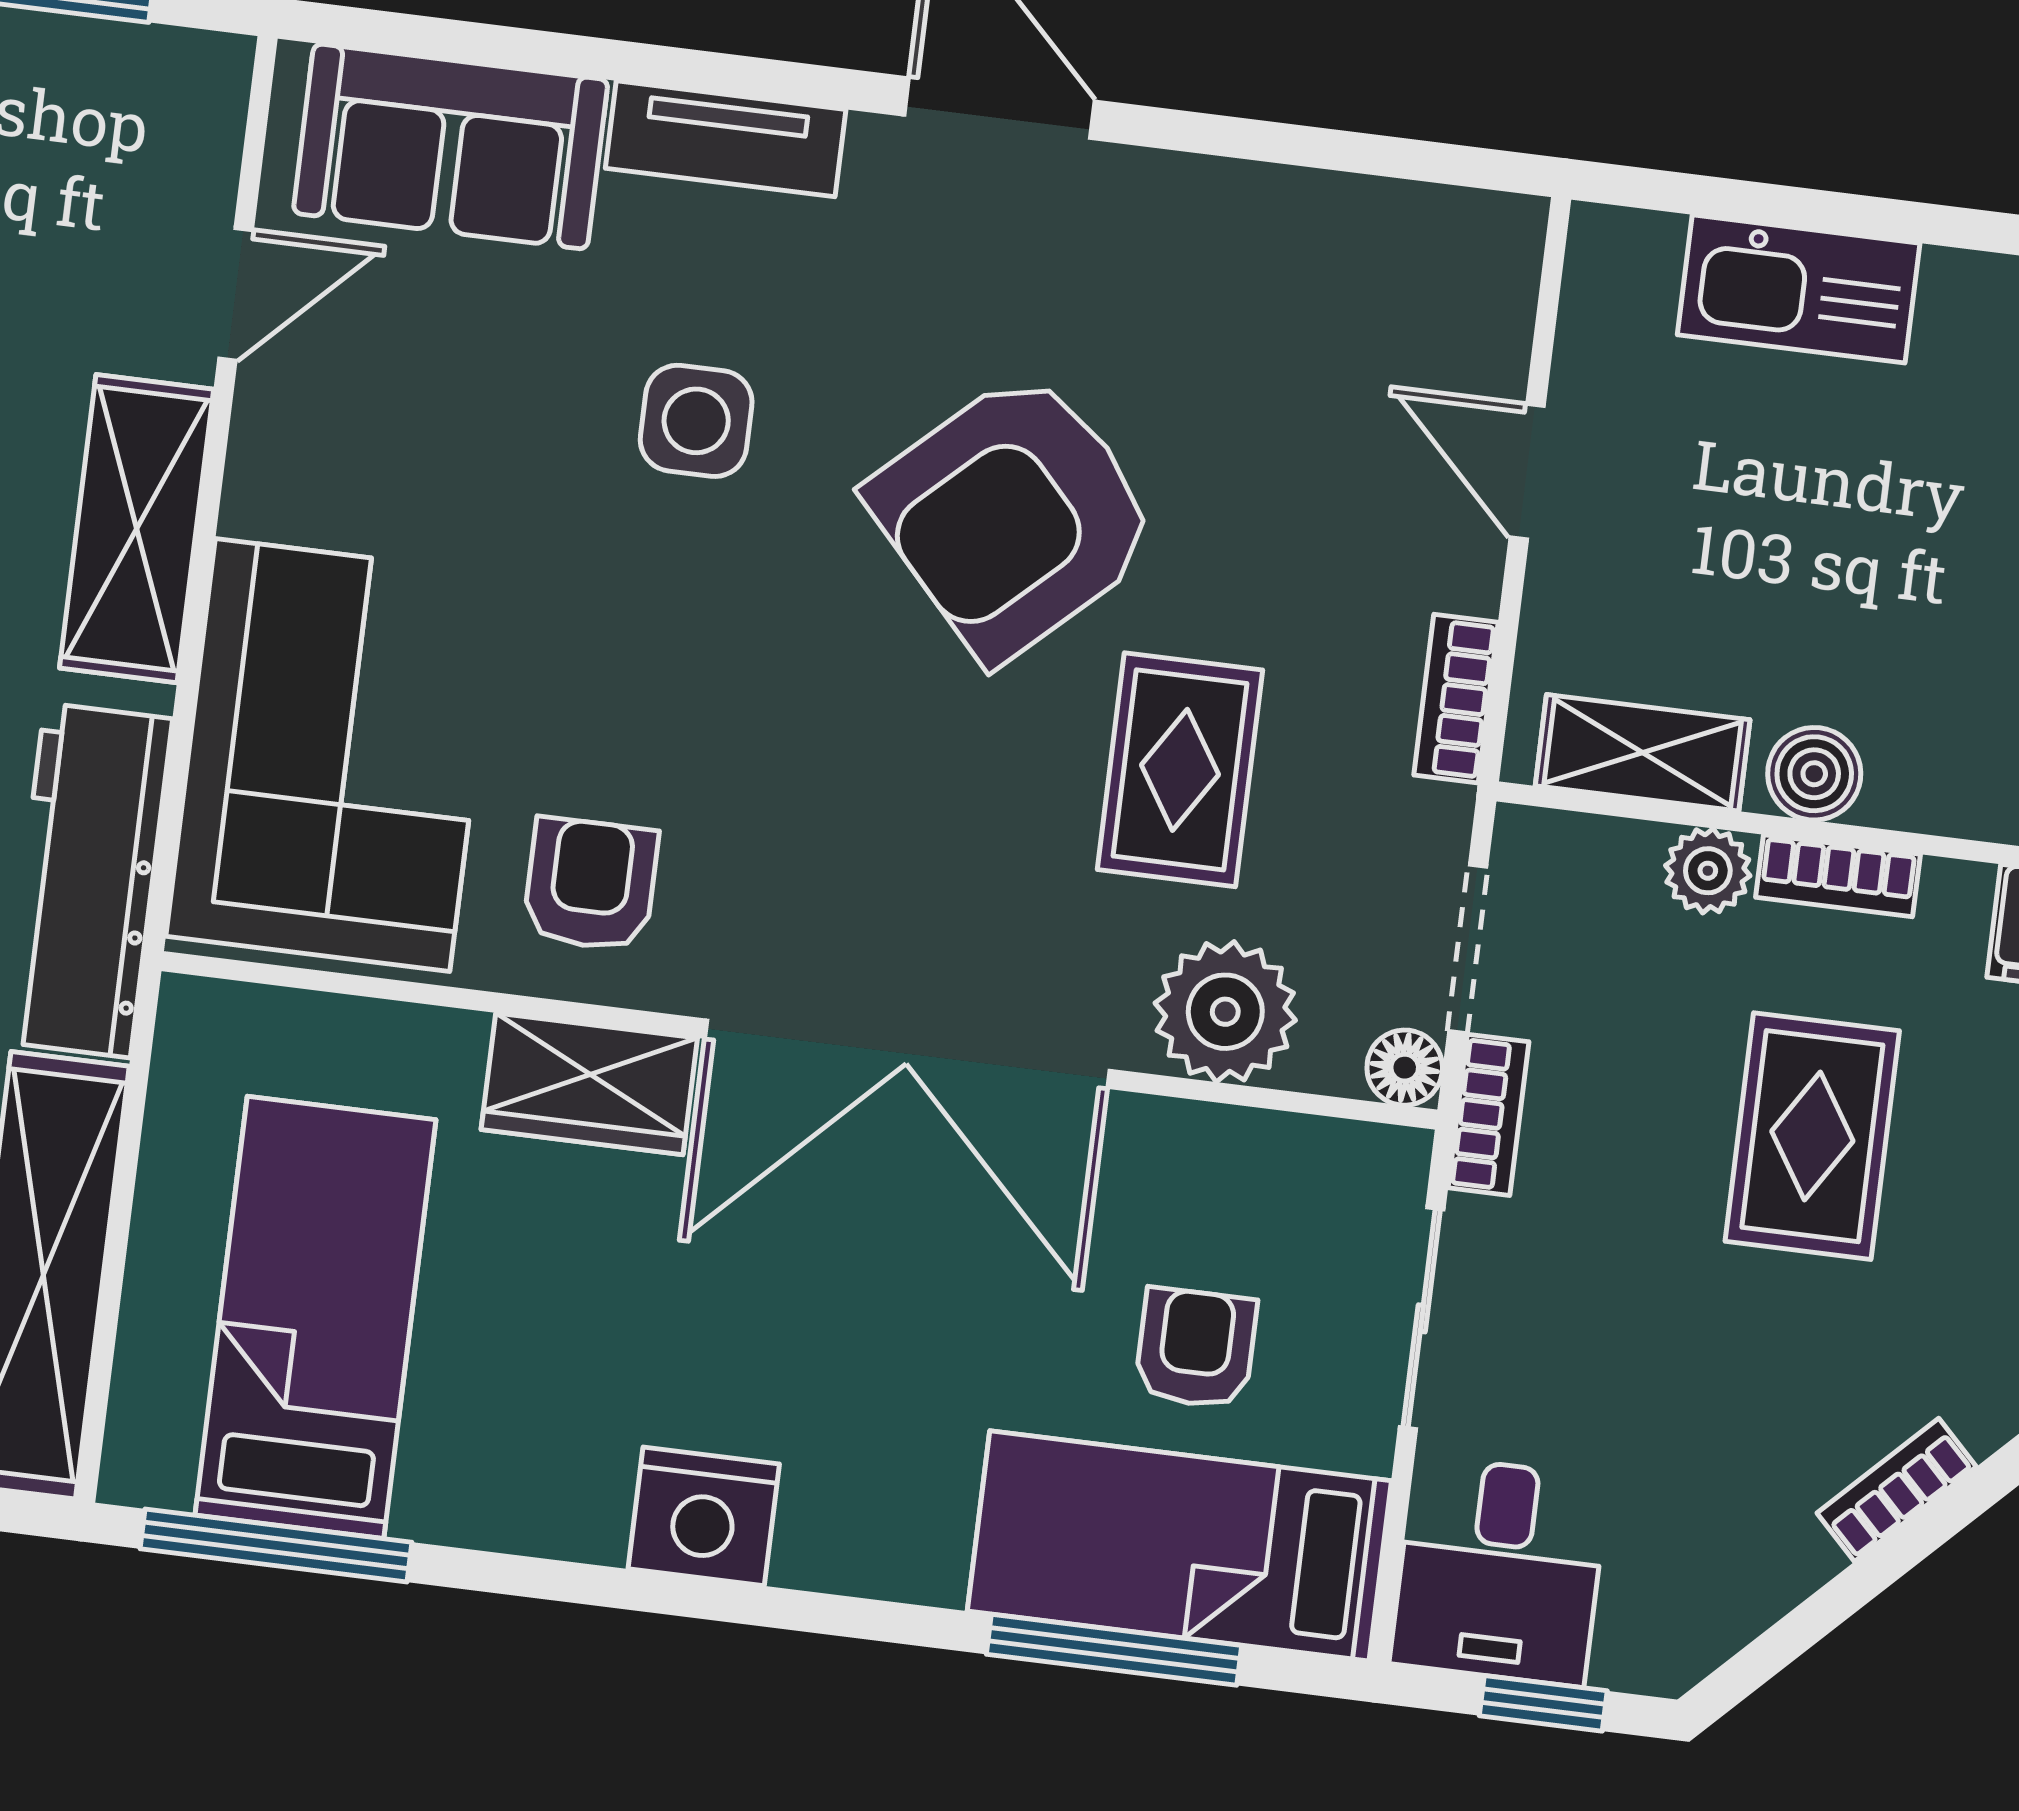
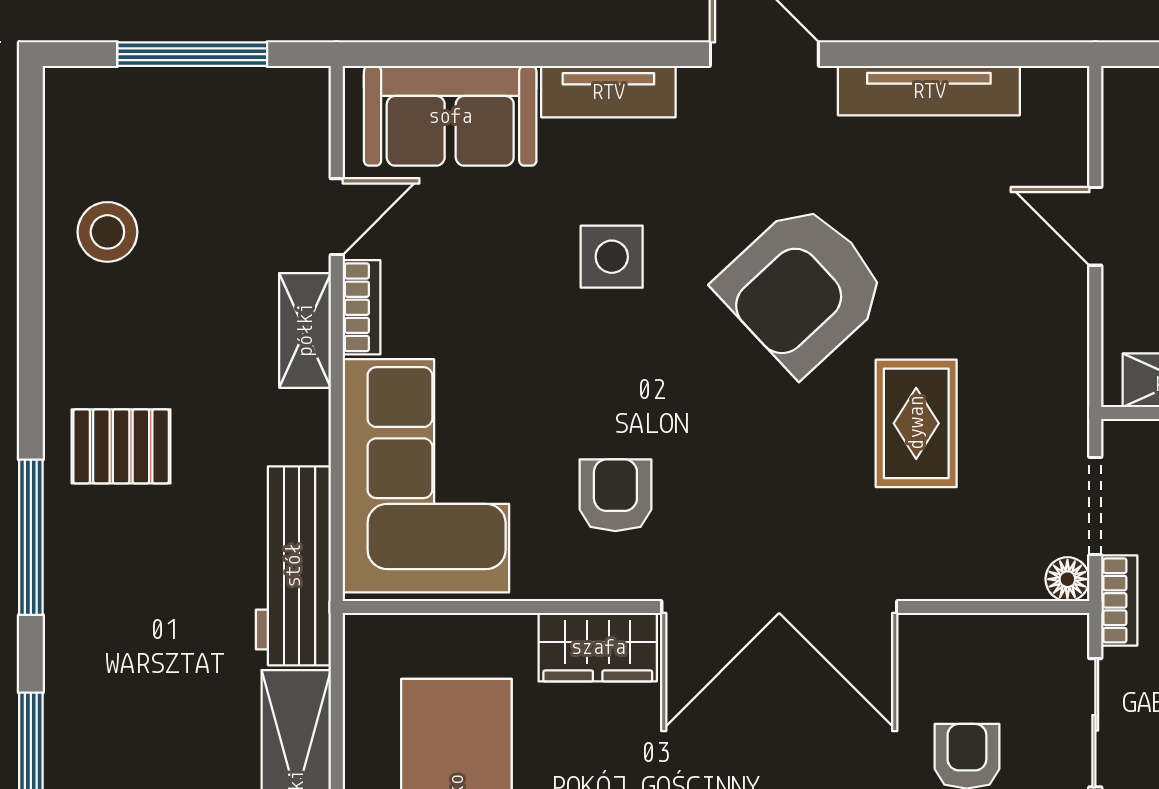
tv unit: (1272, 205) -> (929, 91), added
shelving: (137, 529) -> (305, 330), width x0.67, depth x0.75
bookcase: (1456, 699) -> (361, 307), moved, turned 180
armchair: (591, 884) -> (615, 495), moved
plant: (1225, 1012) -> (960, 560), removed

